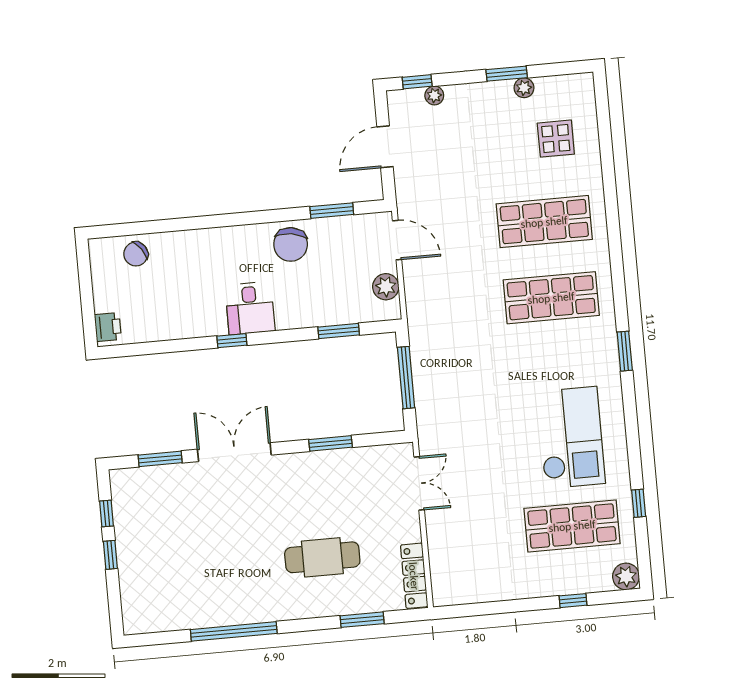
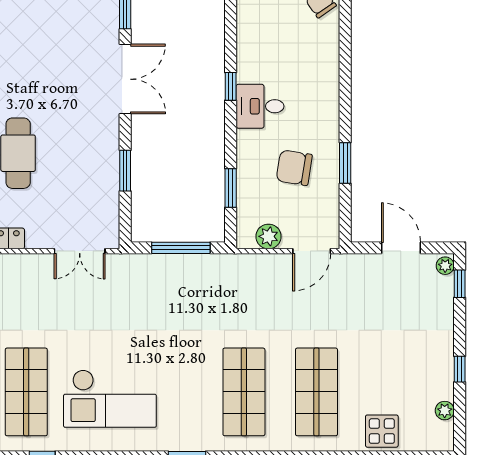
window: (507, 74) -> (460, 369), width x0.67
plant: (524, 88) -> (445, 411), moved
plant: (434, 95) -> (445, 266), moved
display table: (556, 139) -> (382, 431), moved
window: (332, 211) -> (345, 163), moved
chair: (291, 244) -> (294, 168), moved

